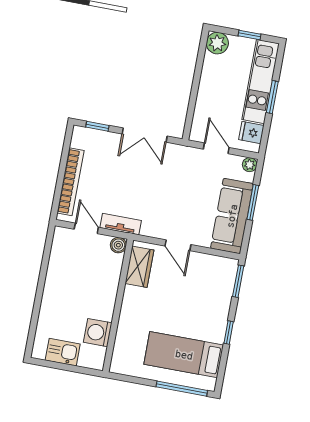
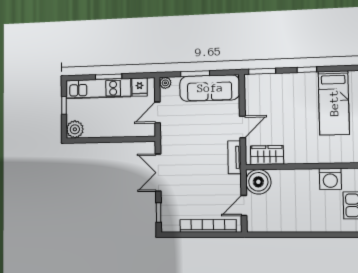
double door: (145, 135) -> (158, 173), swing flipped
tv unit: (121, 224) -> (234, 157), moved
boiler: (118, 245) -> (258, 182), width x1.86, depth x1.86

